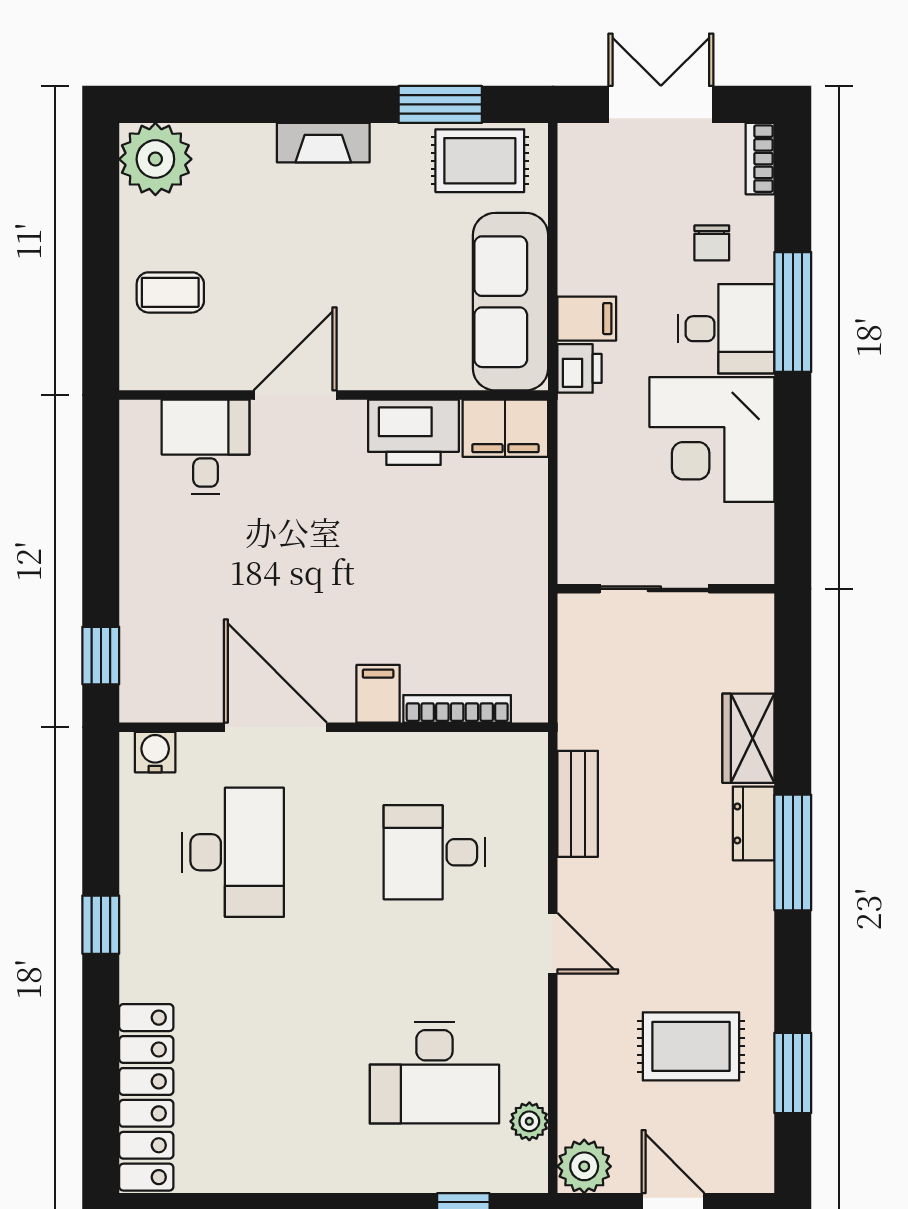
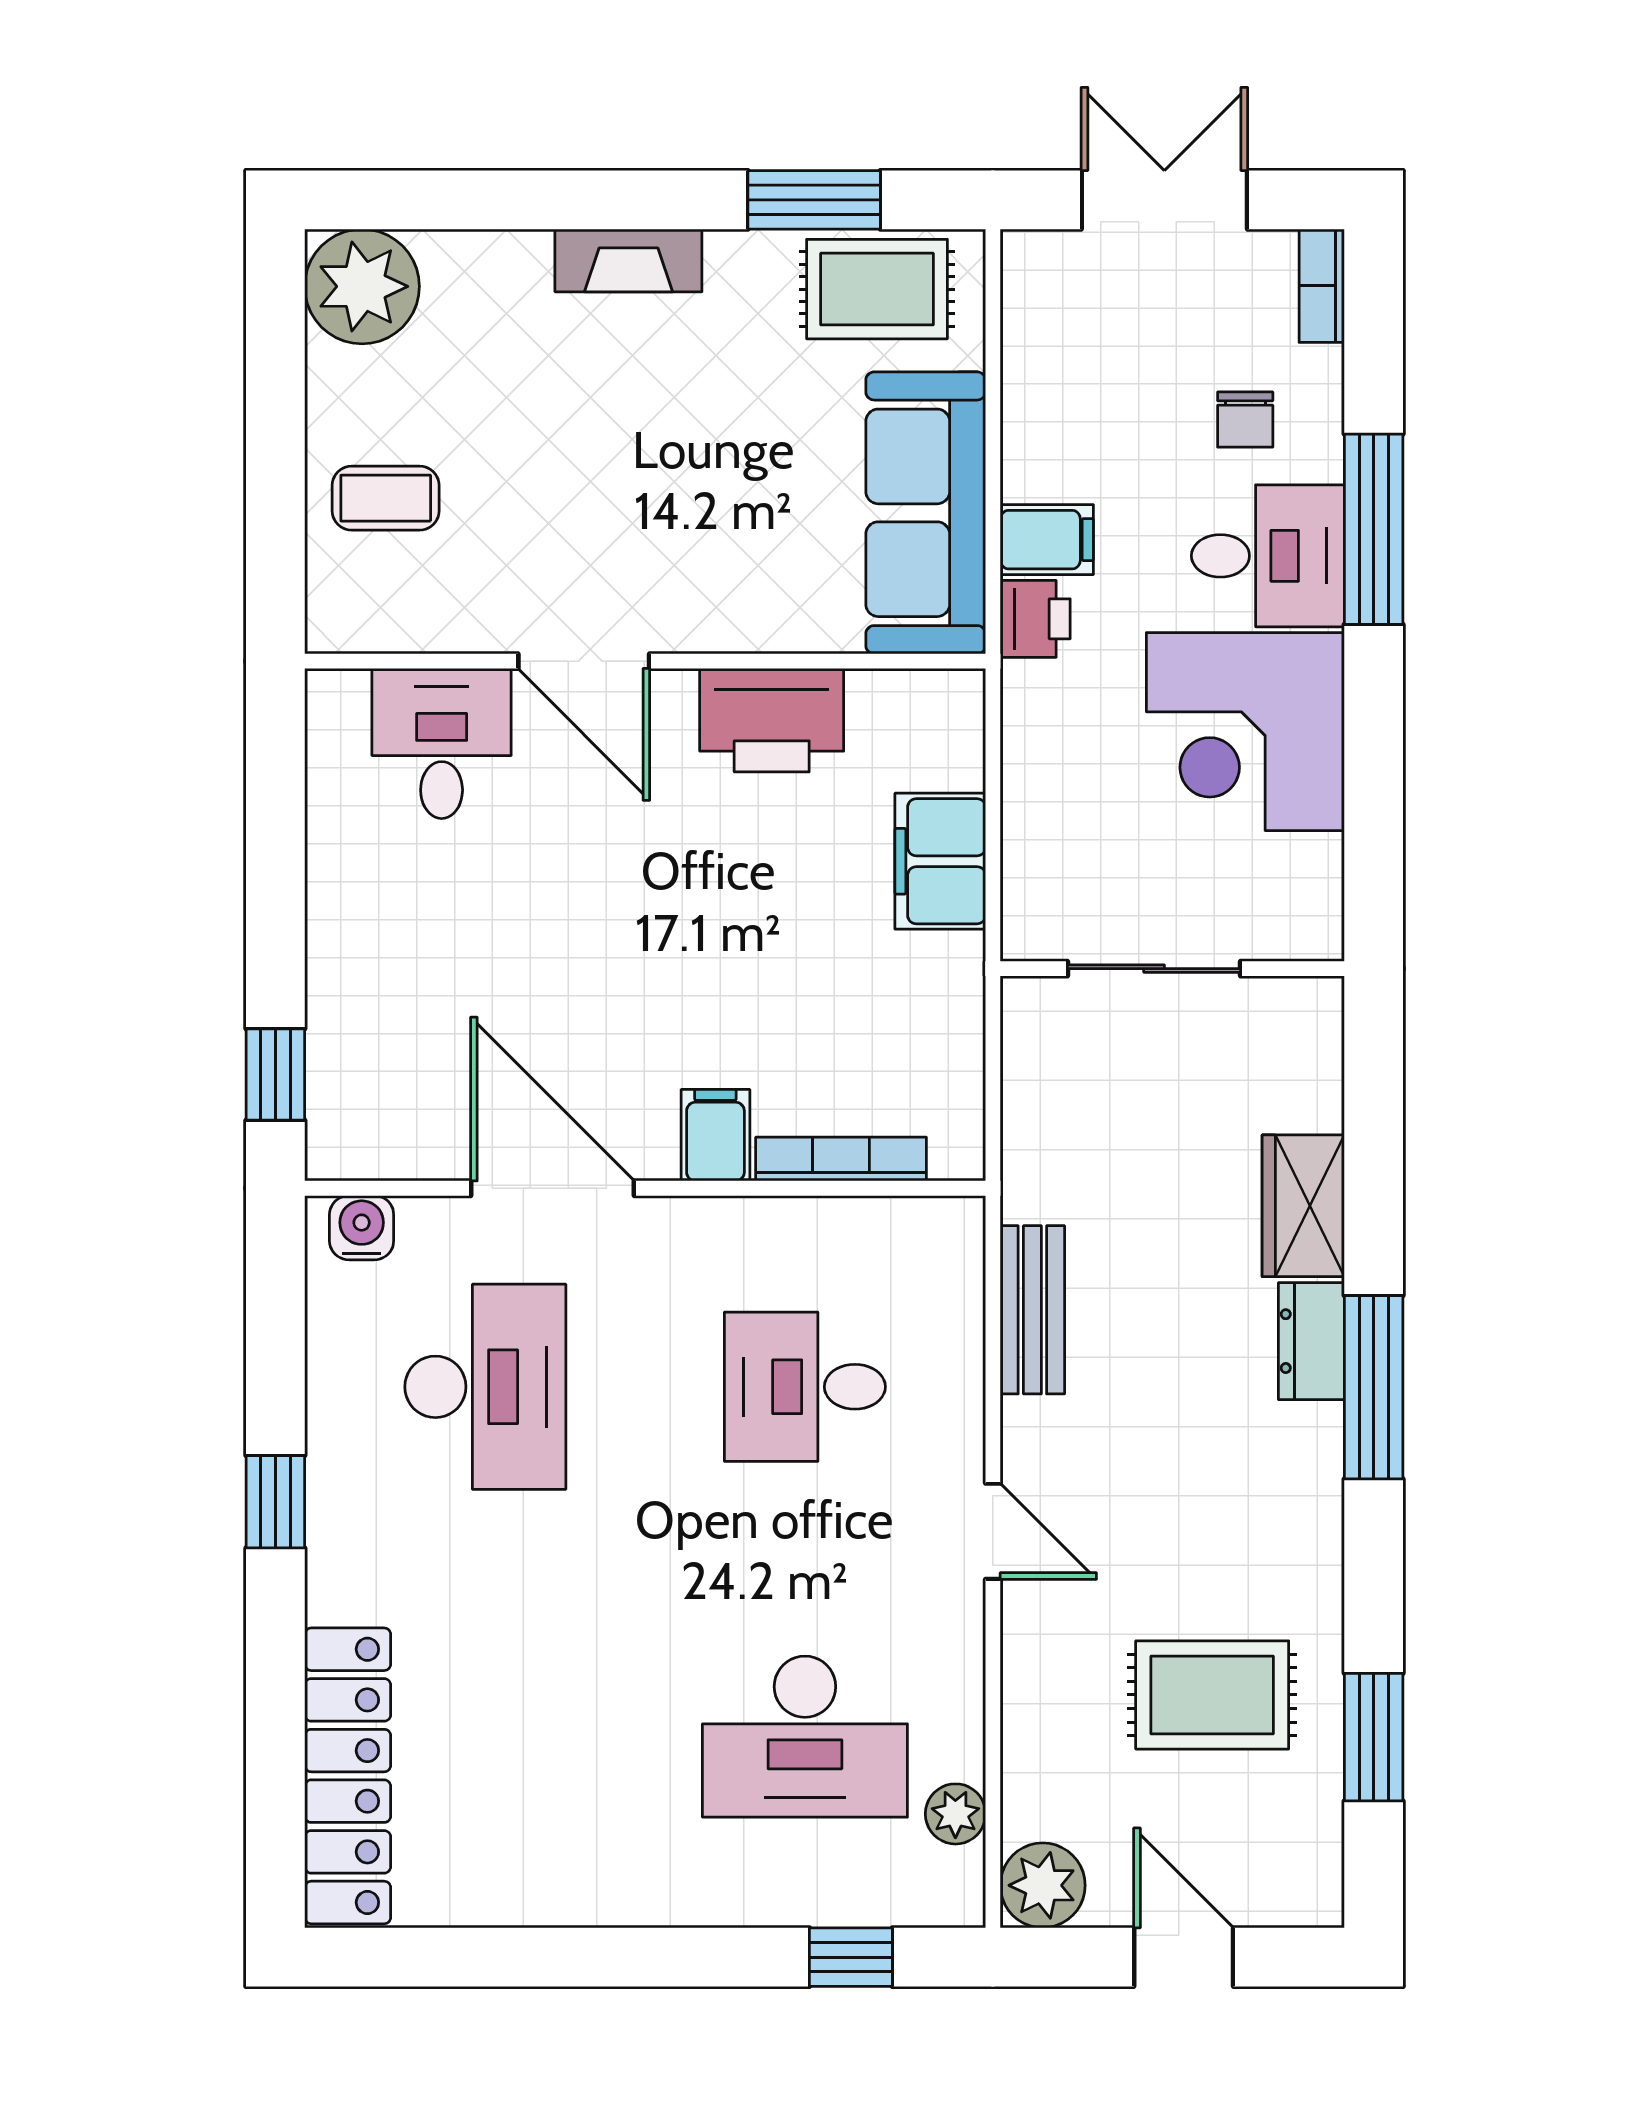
door: (295, 395) -> (584, 661), swing flipped
filing cabinet: (505, 428) -> (940, 861), moved, turned 90

